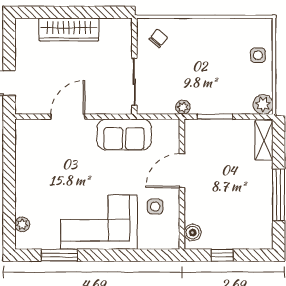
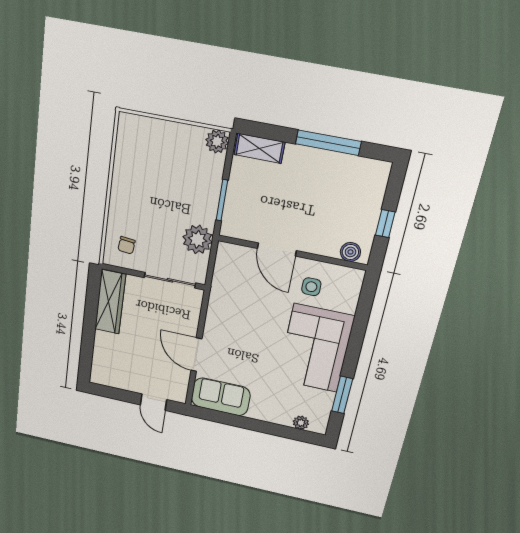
wardrobe: (69, 30) -> (110, 302), moved
chair: (158, 38) -> (127, 245), turned -124
side table: (258, 55) -> (159, 137), removed
plant: (183, 107) -> (198, 239), width x1.88, depth x1.88
sofa: (124, 134) -> (221, 397), moved, turned -90

